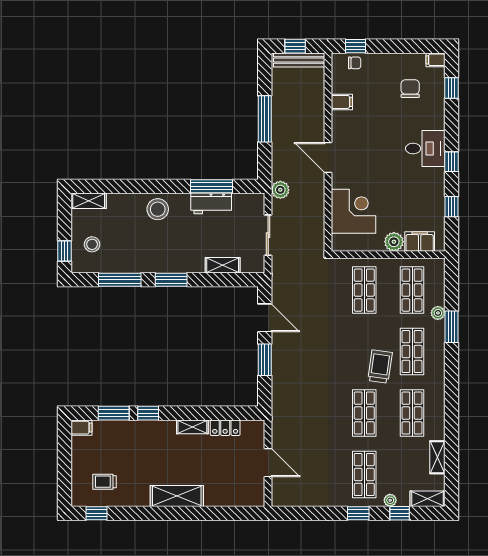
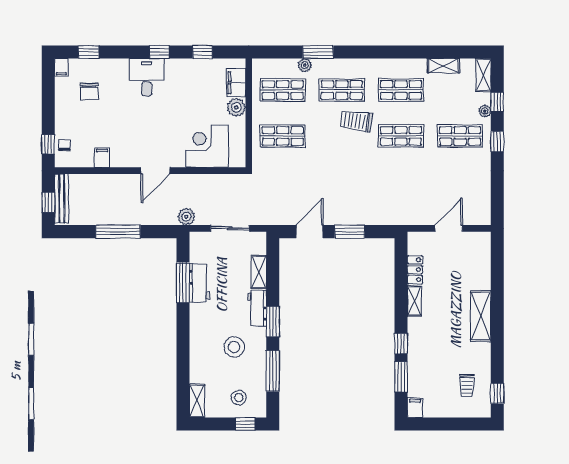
chair: (410, 89) -> (89, 92), turned -90
stool: (158, 209) -> (234, 347), moved
workbench: (185, 263) -> (257, 308), added

